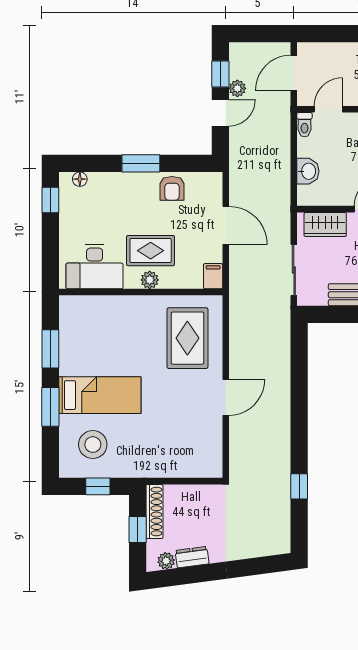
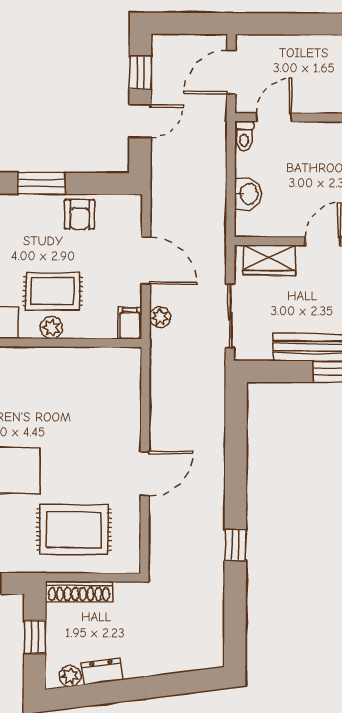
plant: (237, 88) -> (160, 317), moved
rug: (187, 338) -> (74, 530), moved, turned 90
window: (299, 486) -> (235, 545), moved
shoe rack: (154, 511) -> (79, 592), moved, turned 90

